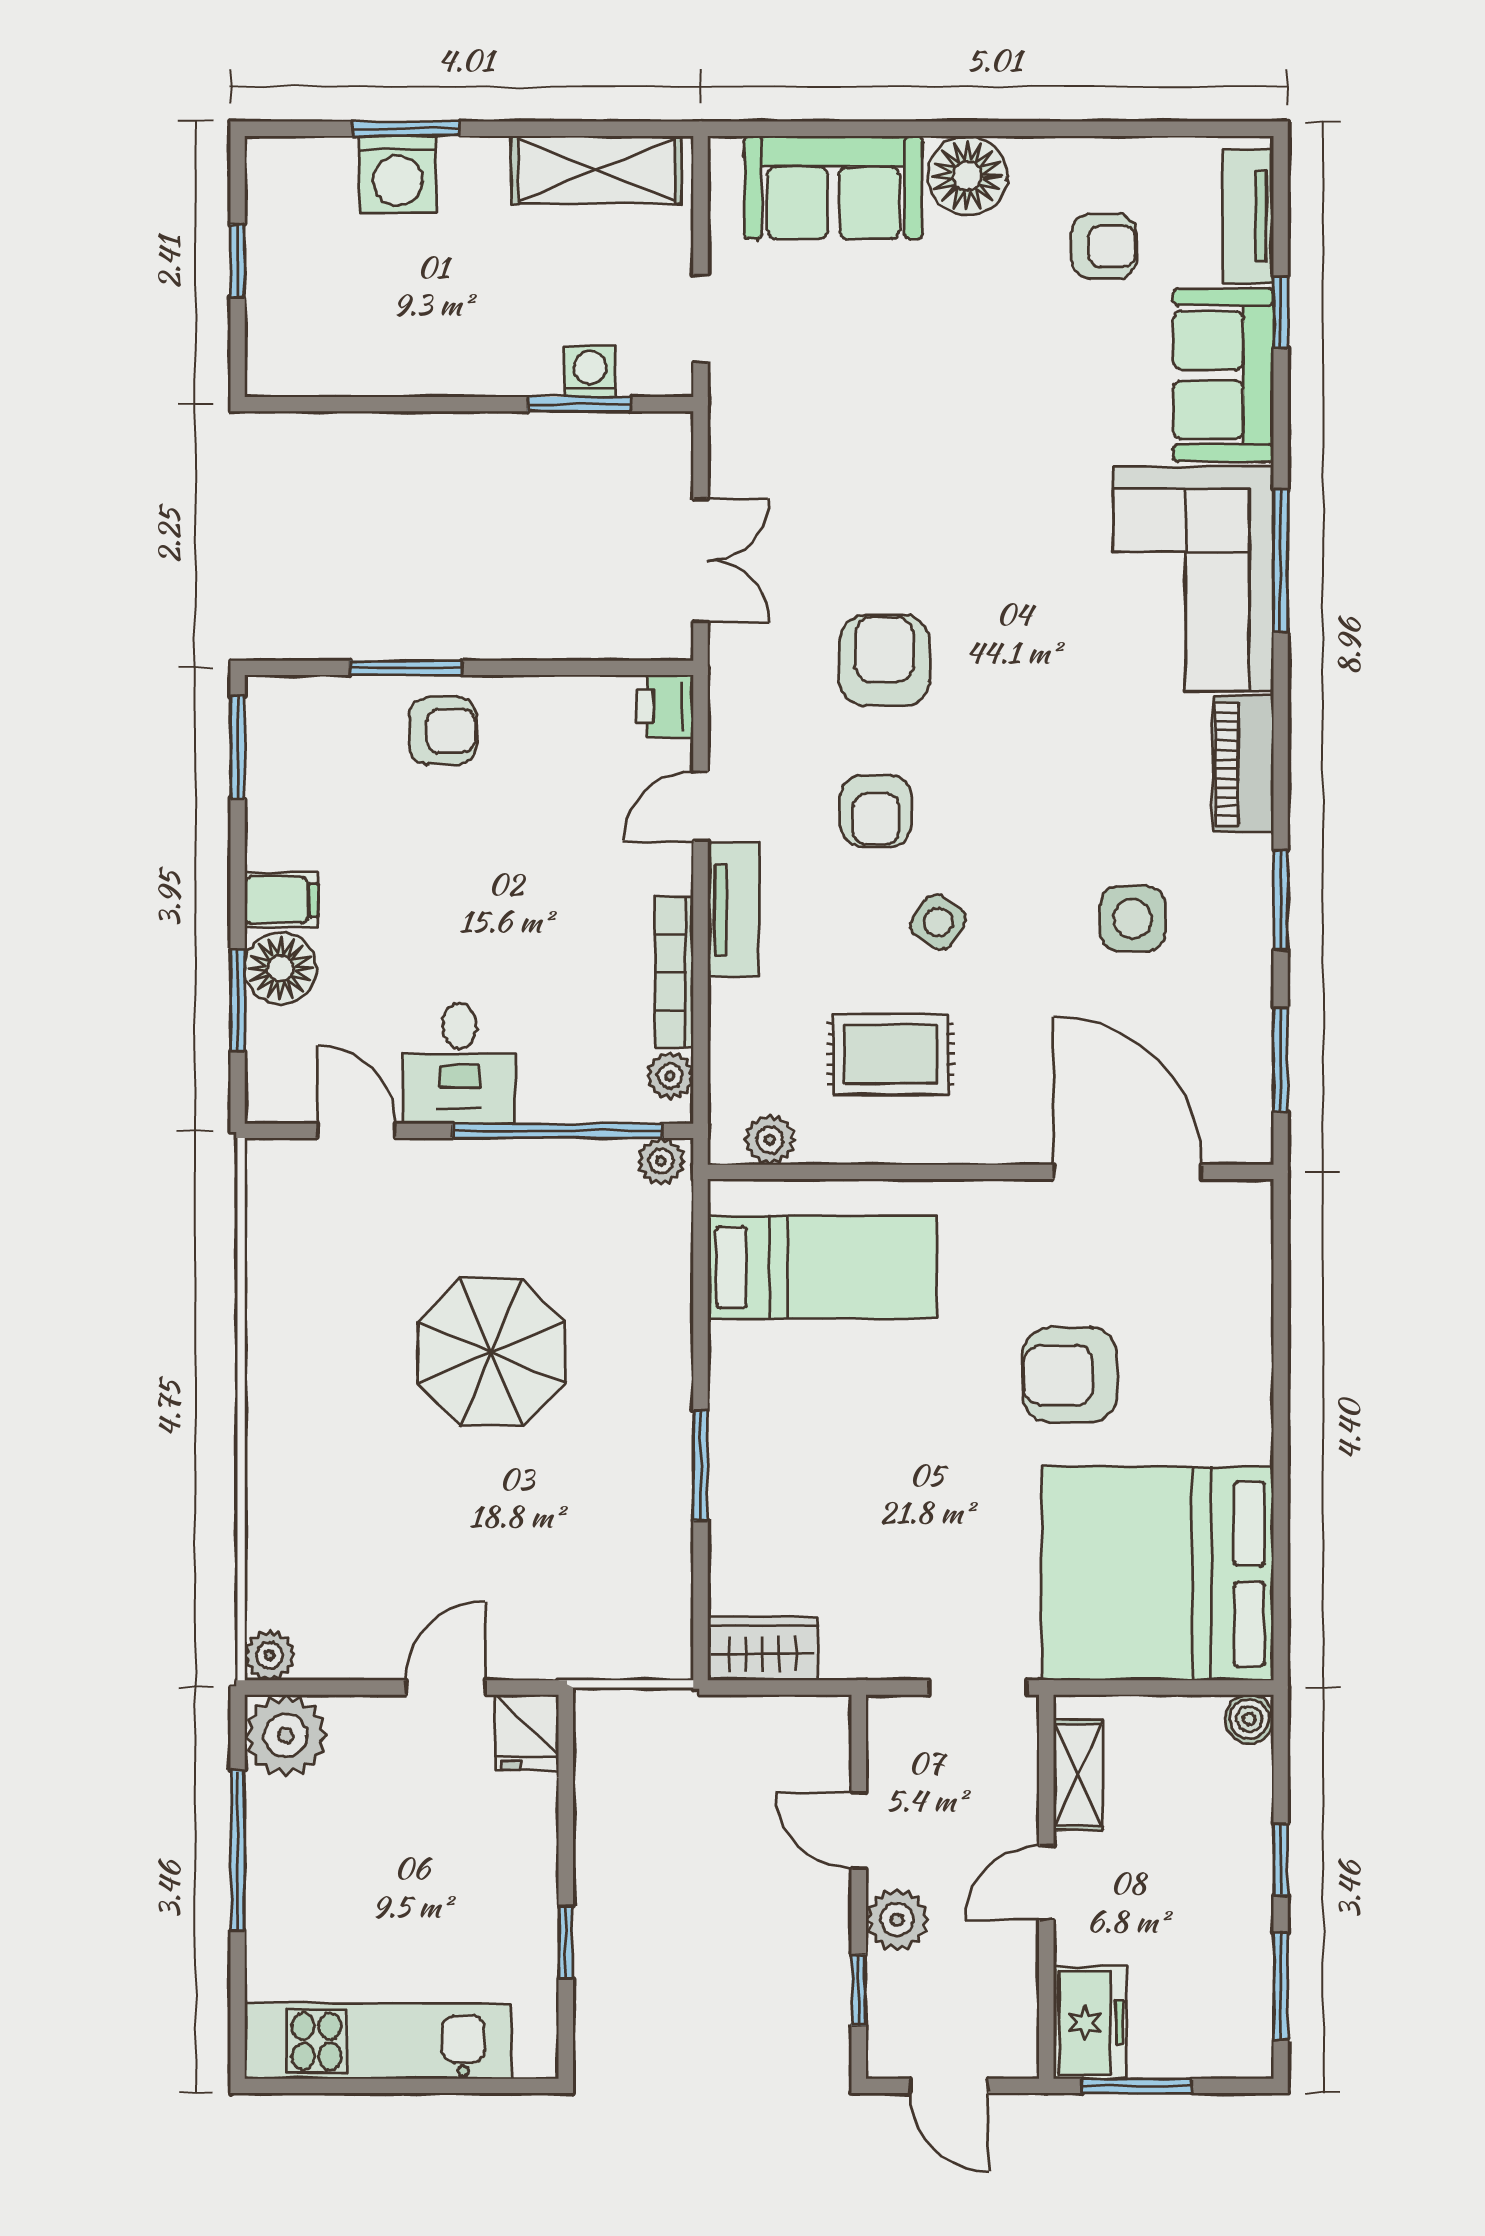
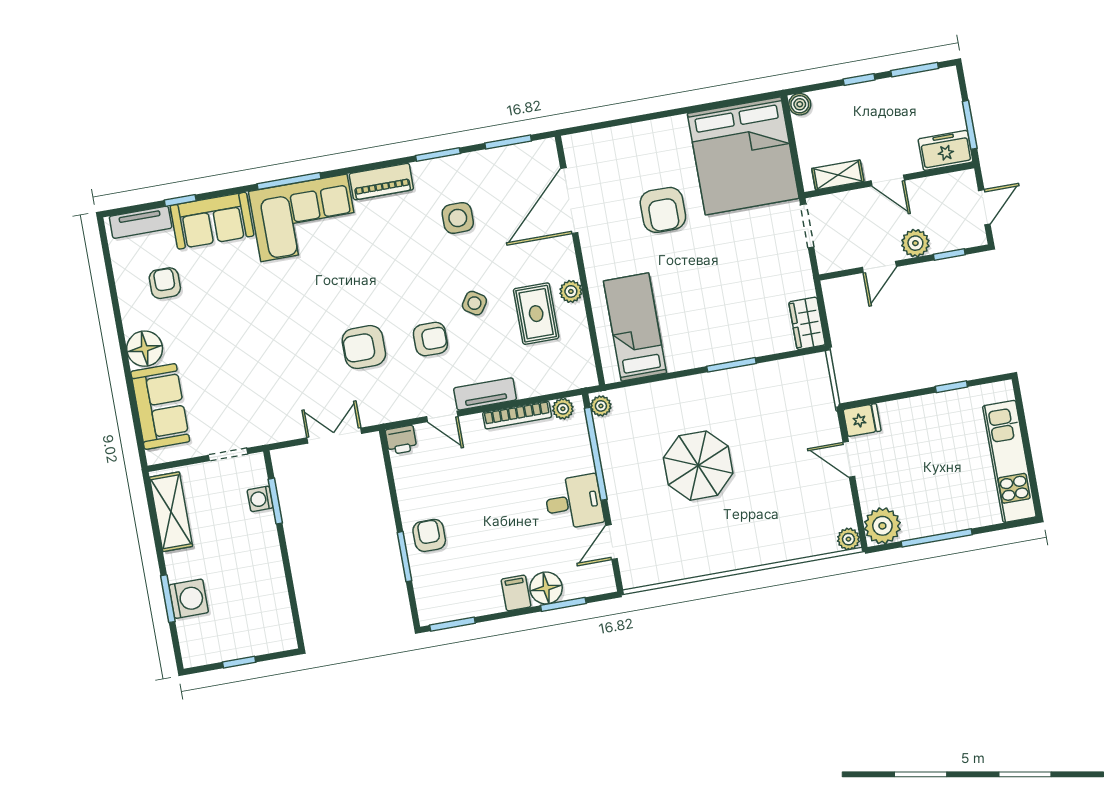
plant: (770, 1140) -> (571, 291), moved

